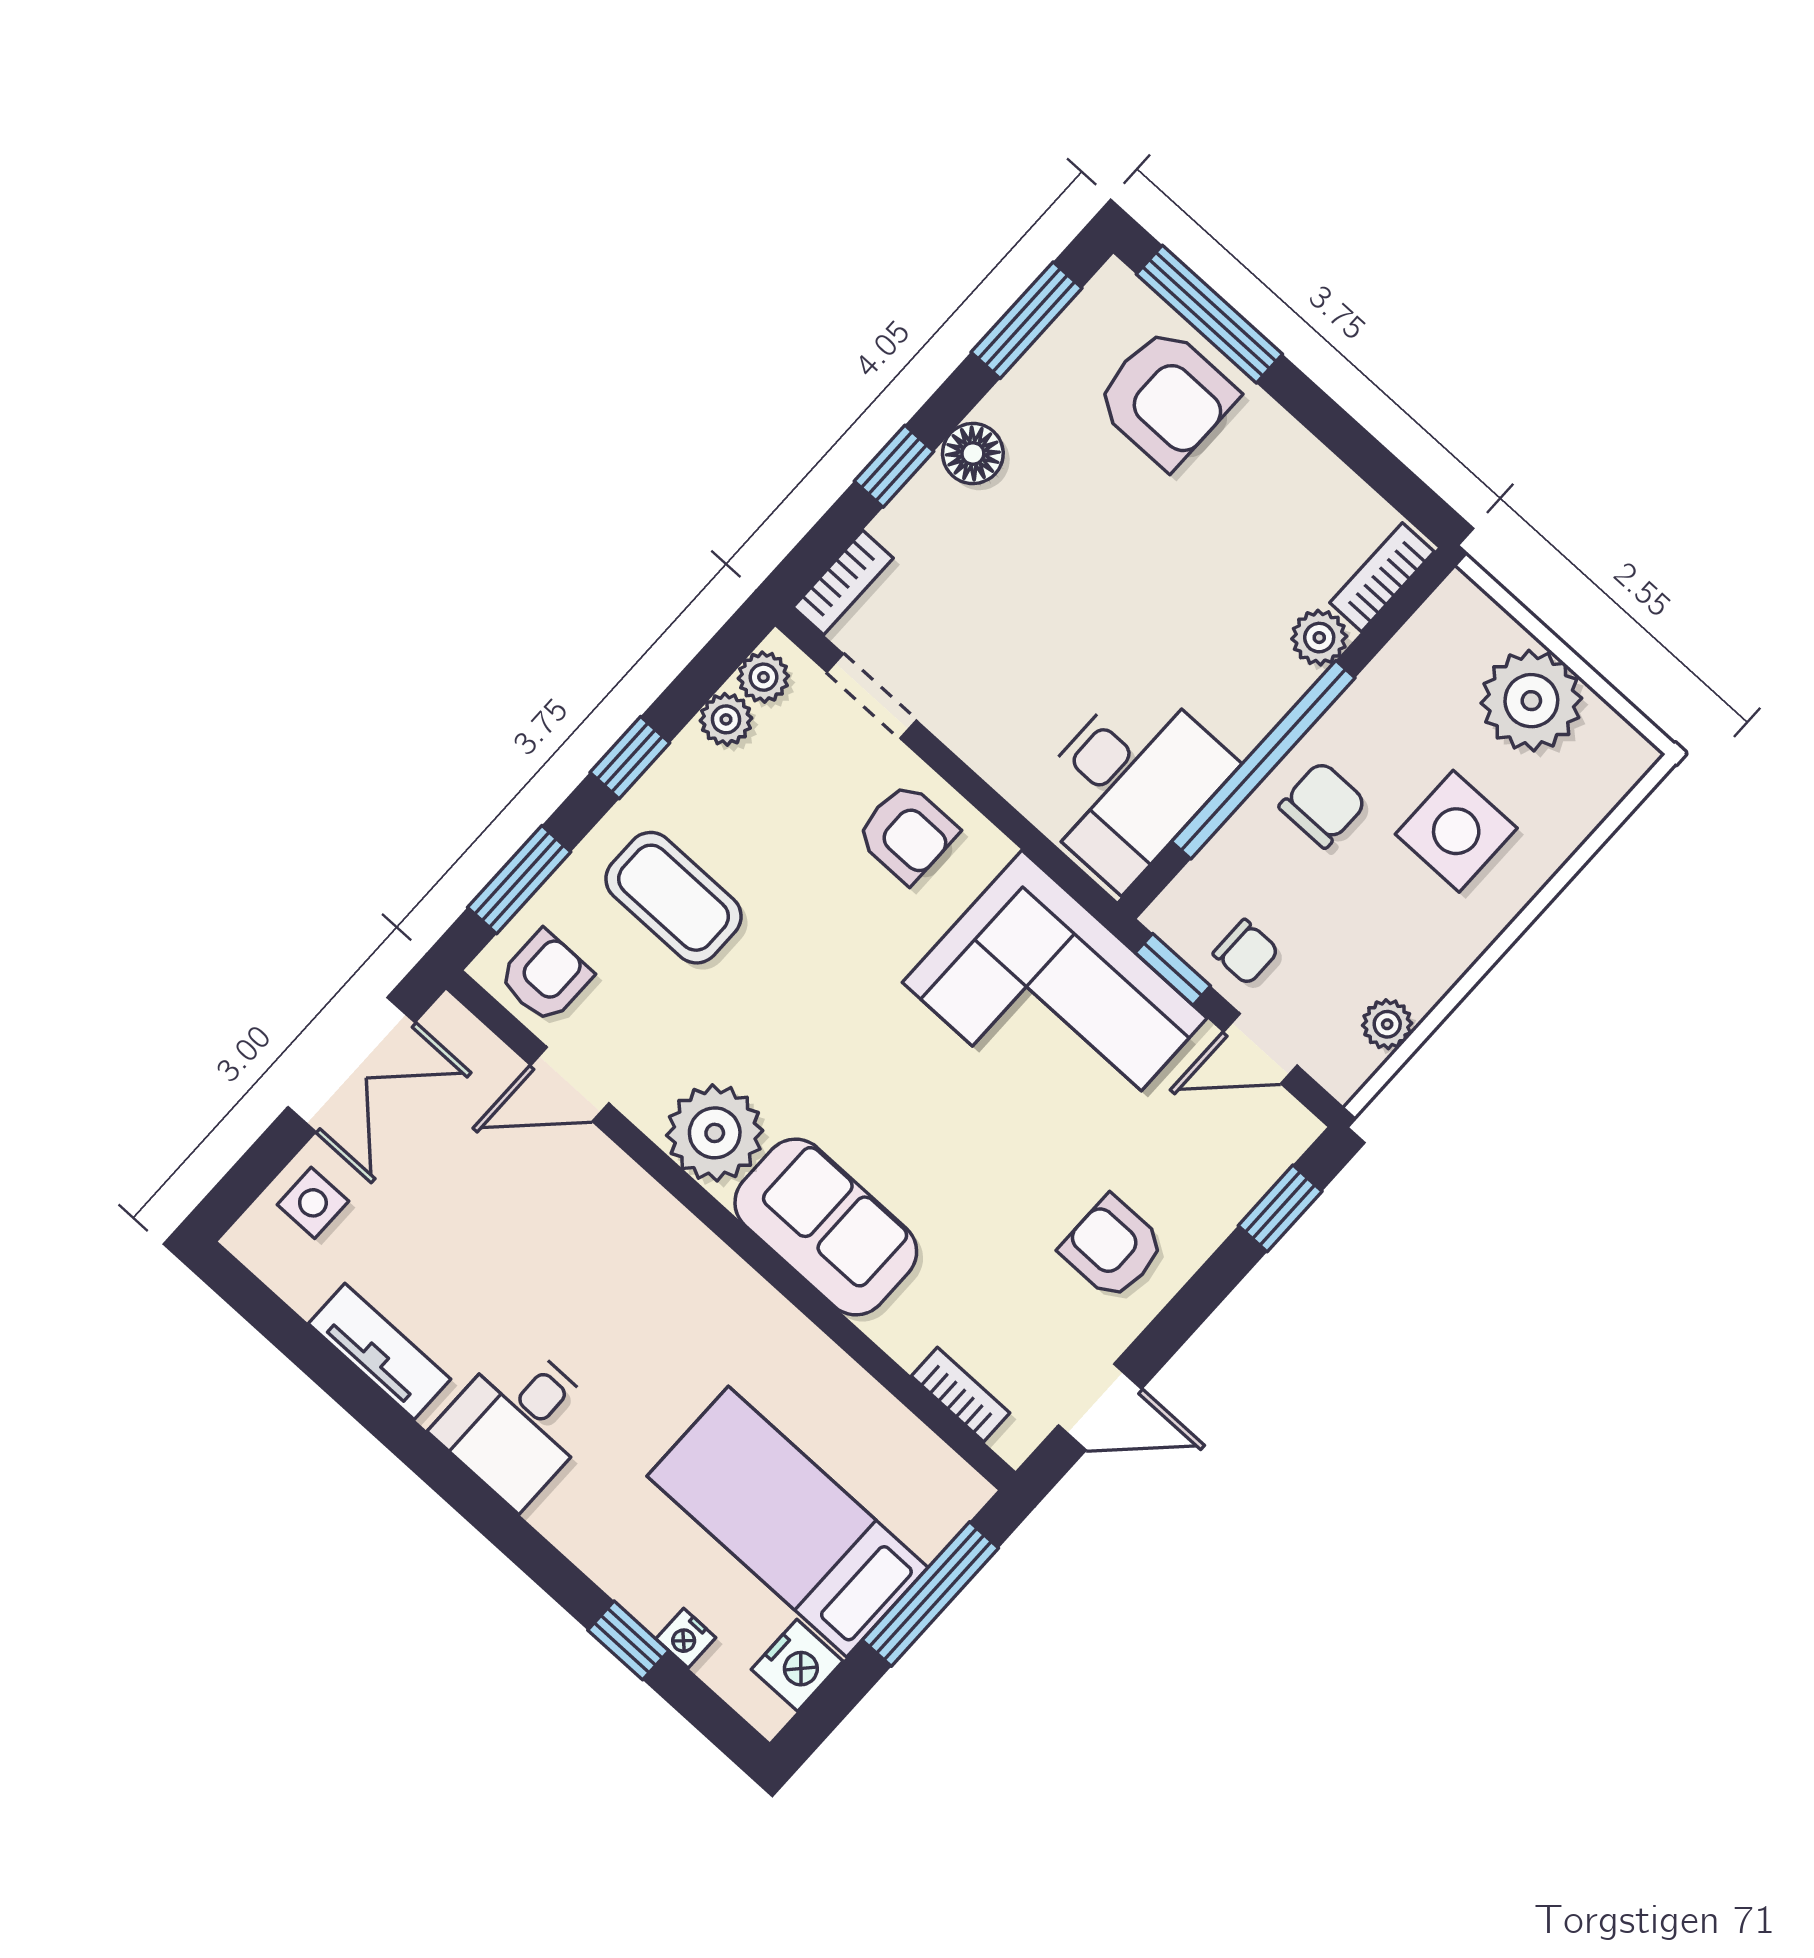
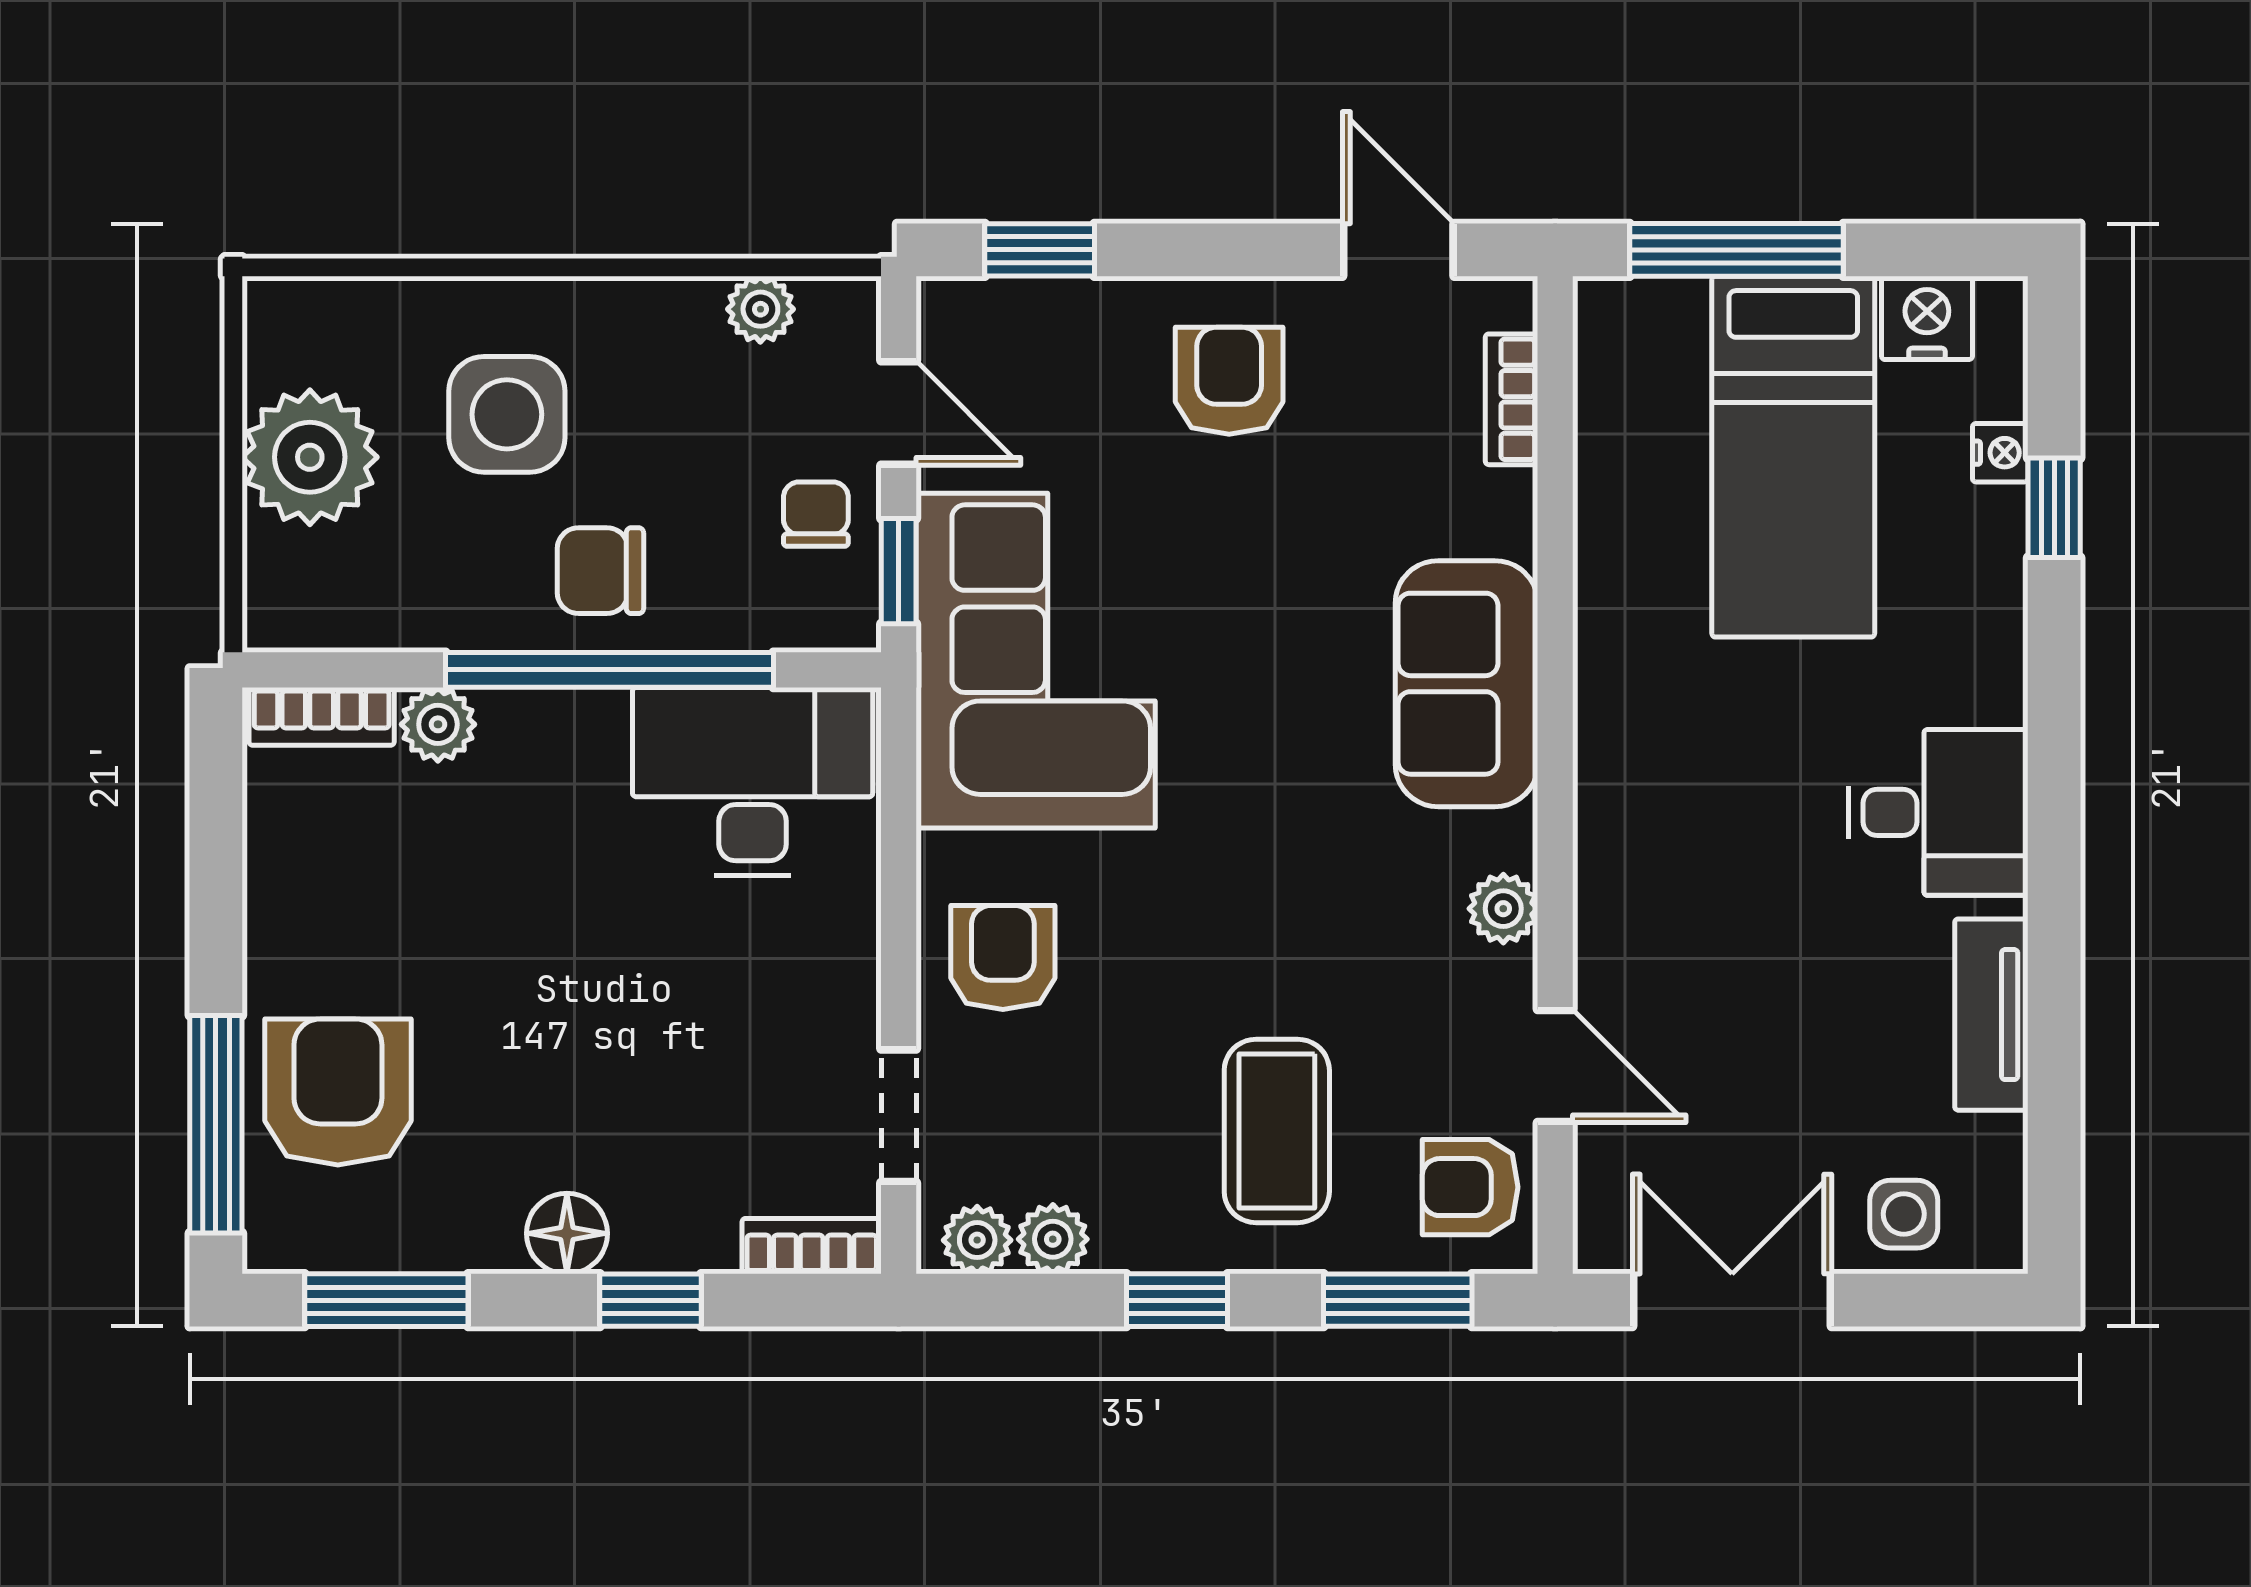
plant: (715, 1133) -> (1503, 909), width x0.53, depth x0.53
armchair: (1112, 1248) -> (1229, 381), turned 180

